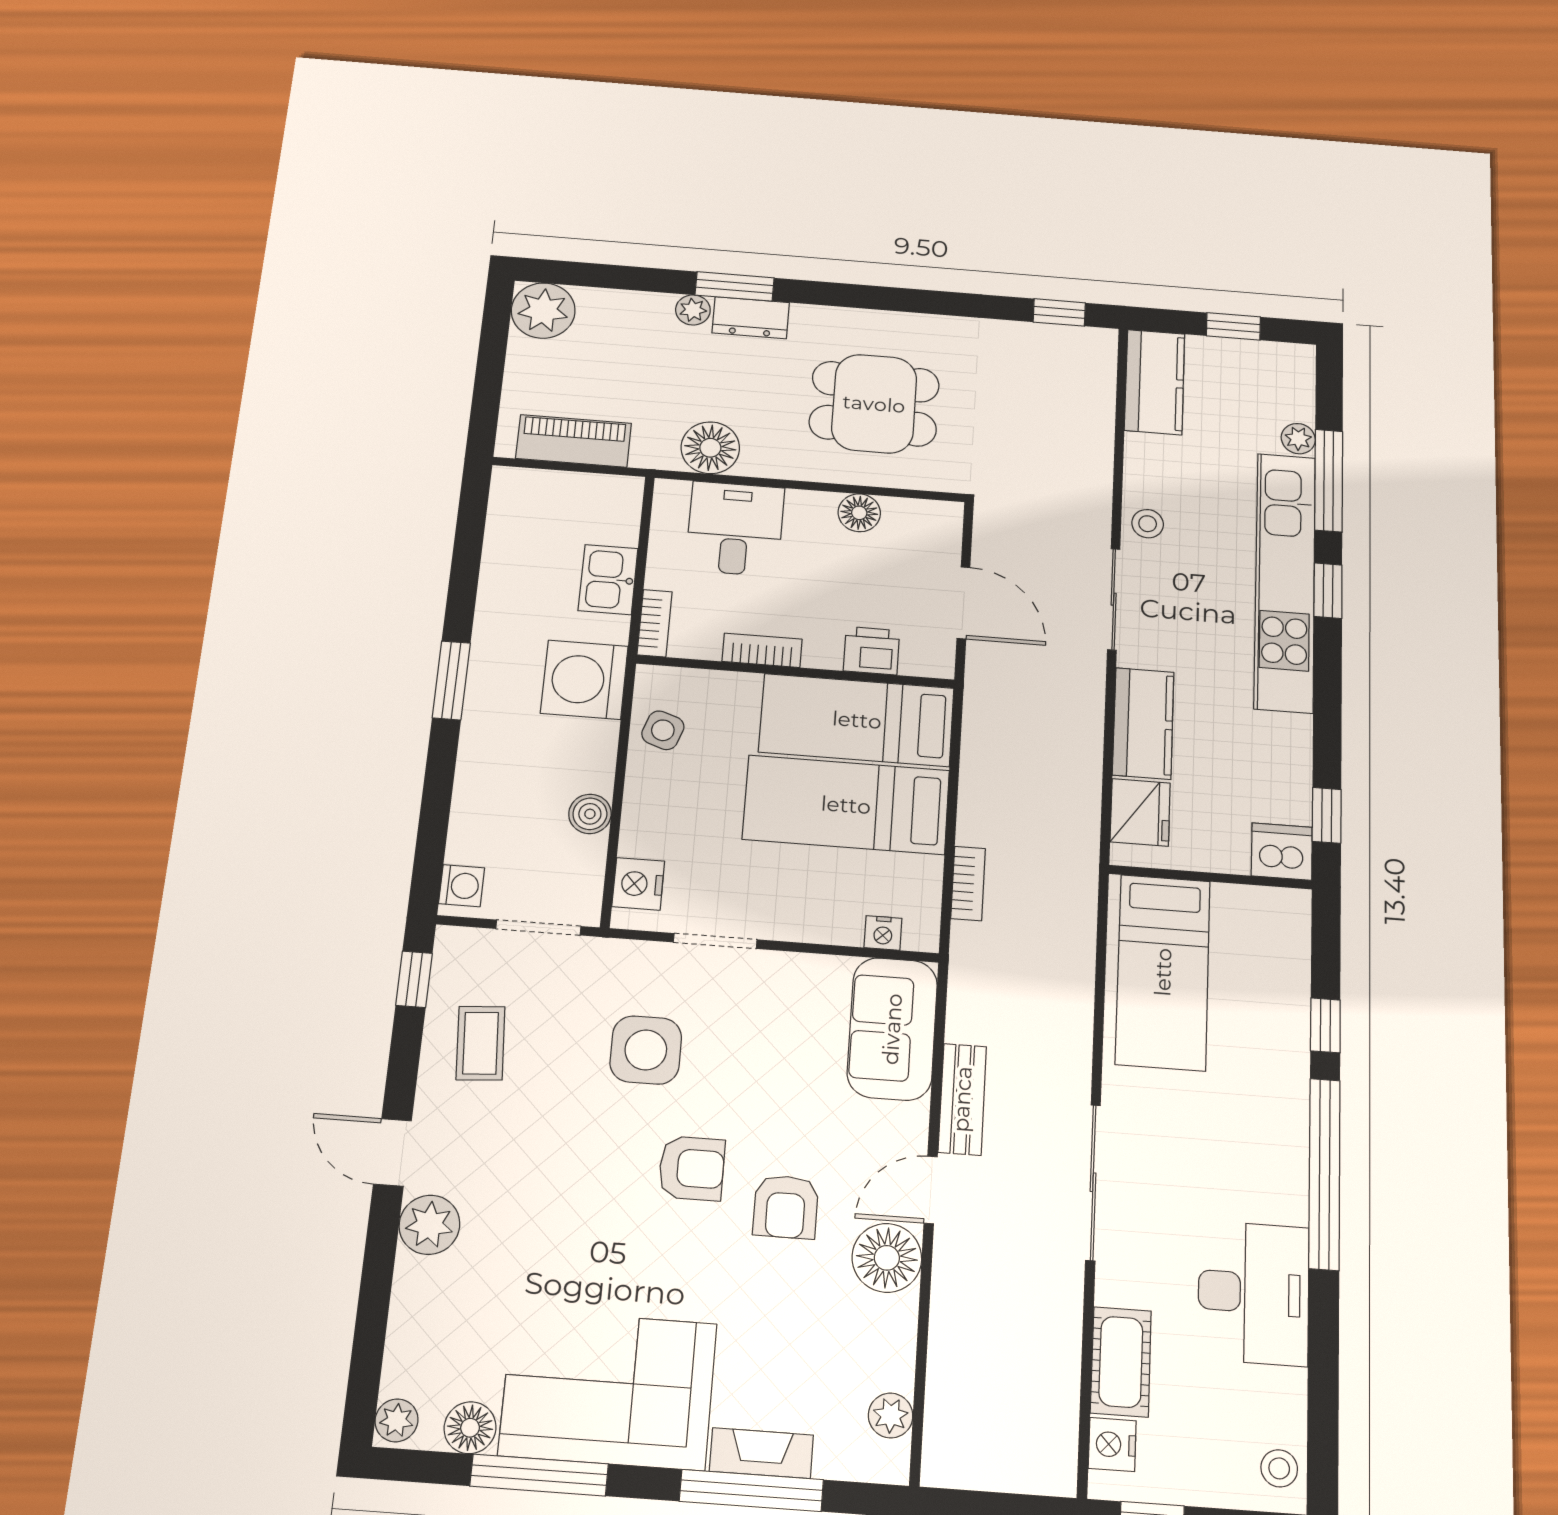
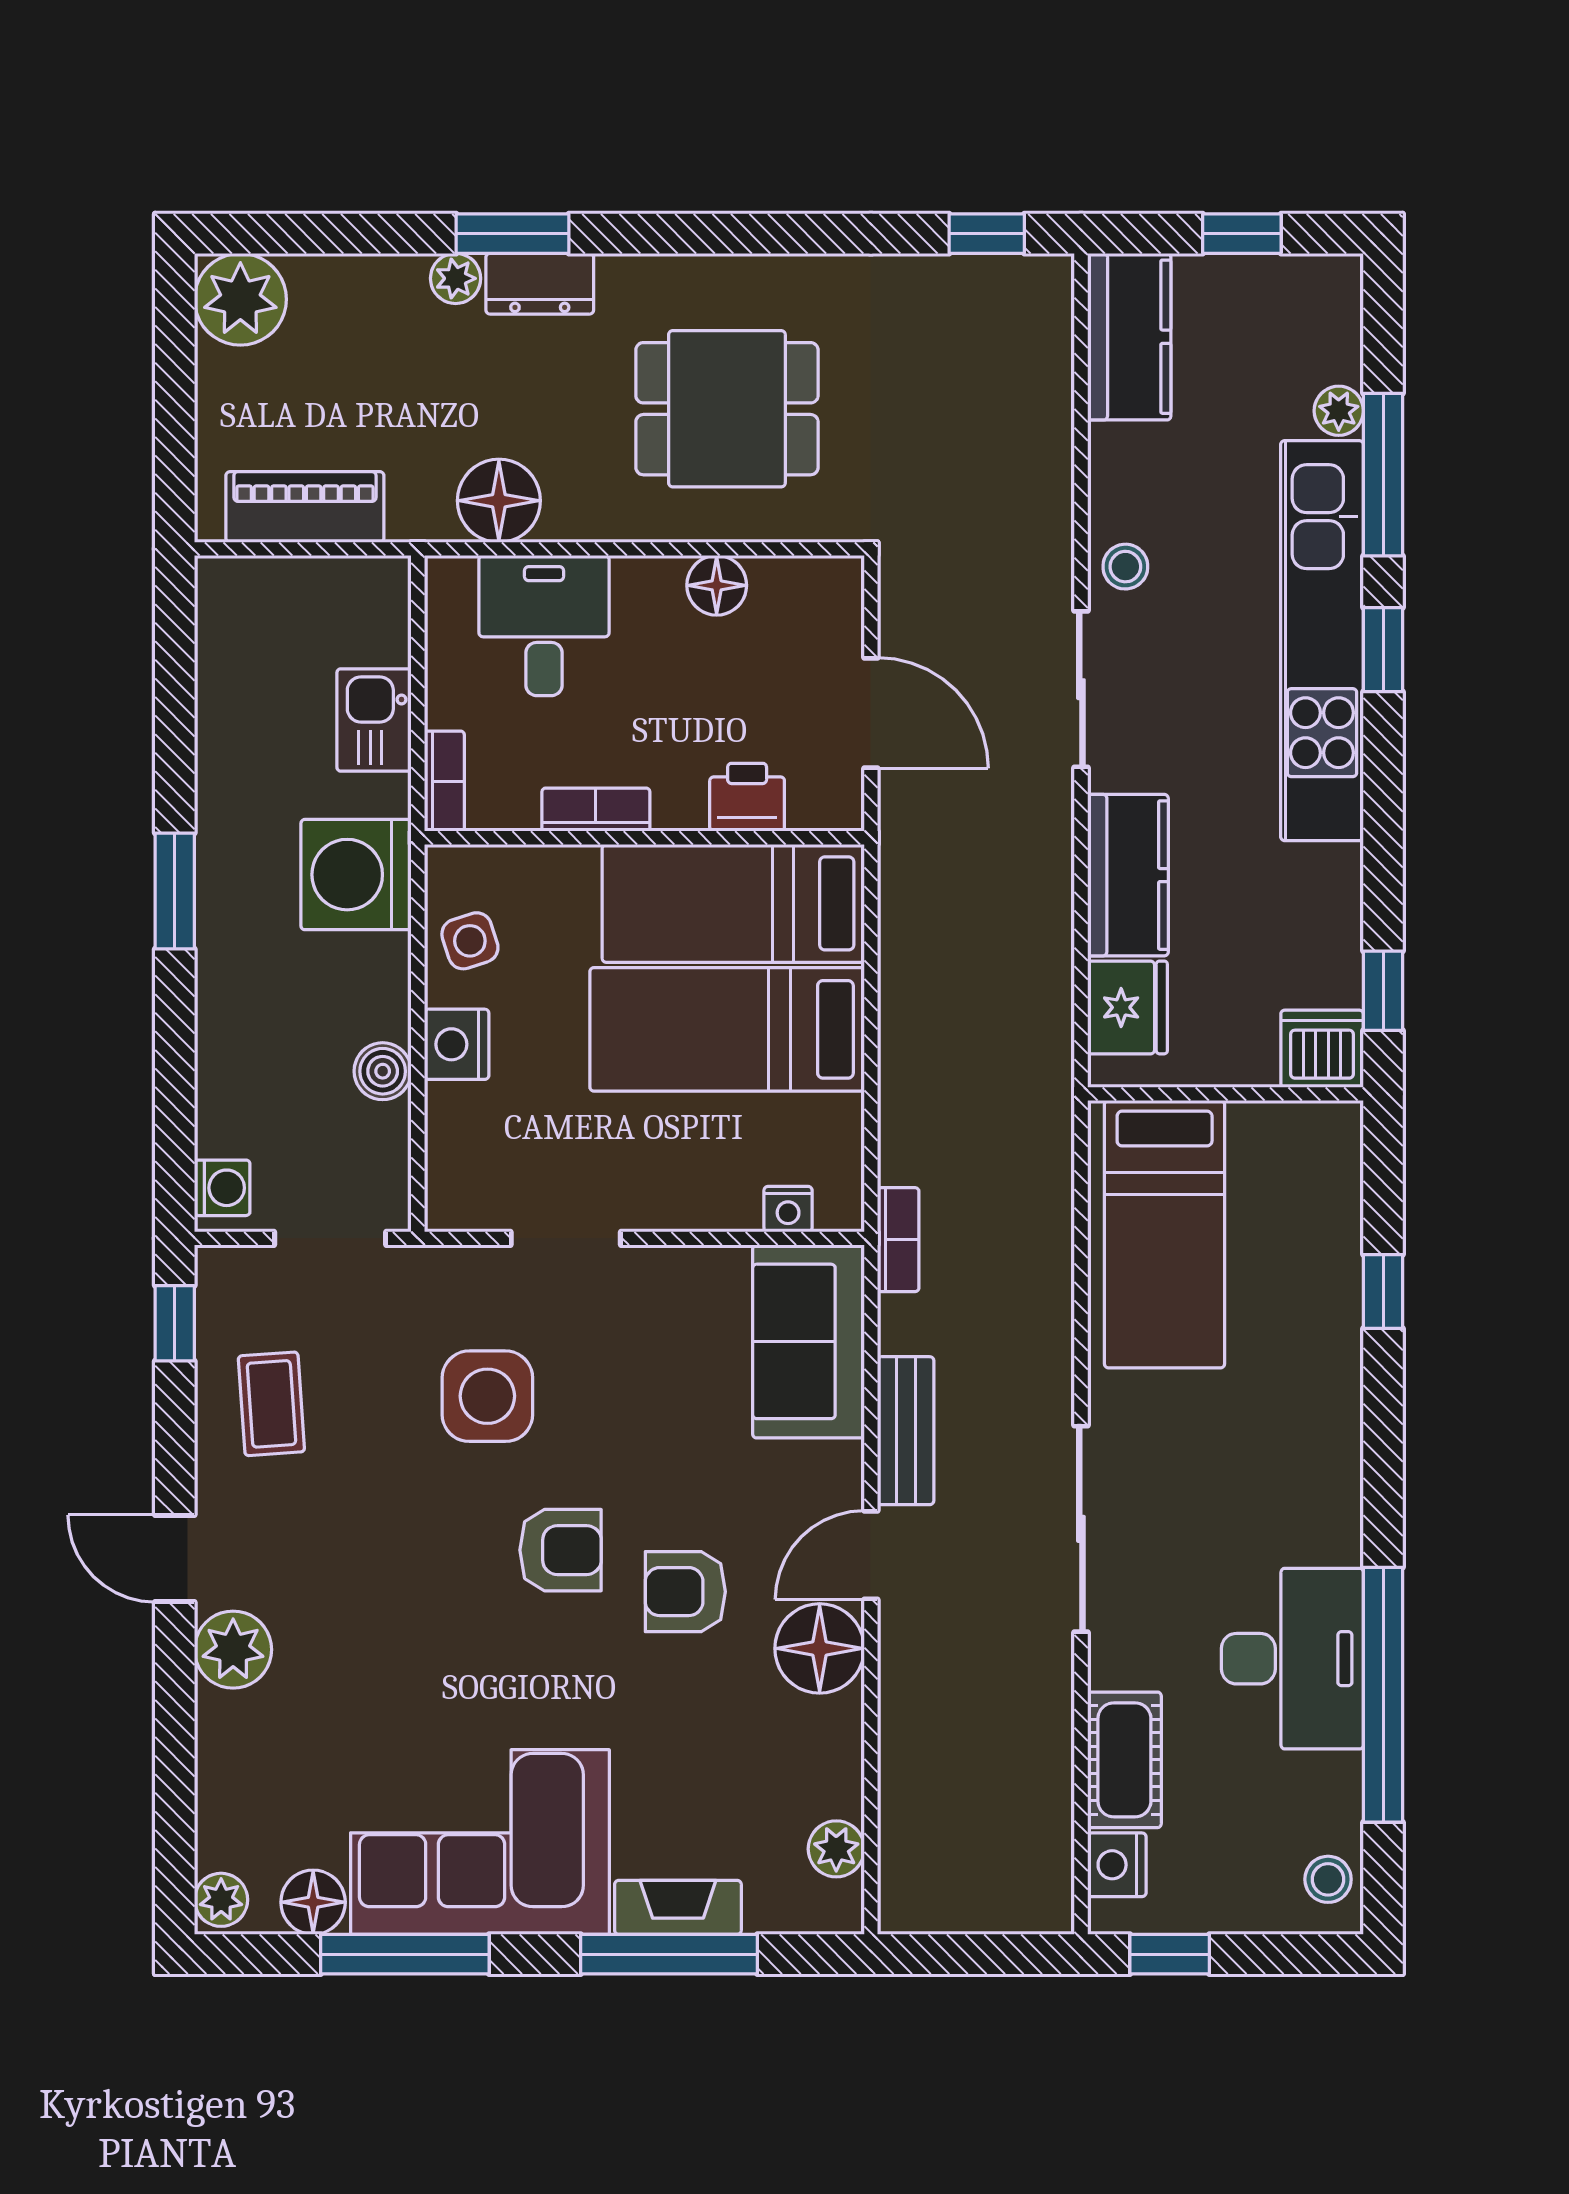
side table: (663, 730) -> (470, 941), turned -37
bookcase: (968, 883) -> (898, 1240), moved
nightstand: (638, 884) -> (457, 1044), moved
window: (1325, 1174) -> (1383, 1695), moved
armchair: (786, 1207) -> (685, 1592), turned 90

